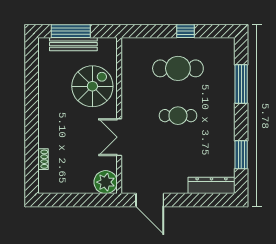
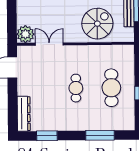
spiral stairs: (92, 86) -> (97, 24), turned -90
double door: (119, 137) -> (49, 44), moved

